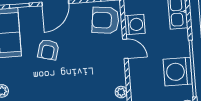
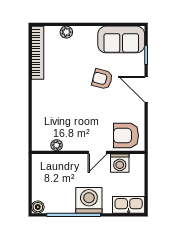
armchair: (105, 20) -> (126, 136), turned -97
washing machine: (178, 72) -> (89, 200), moved

